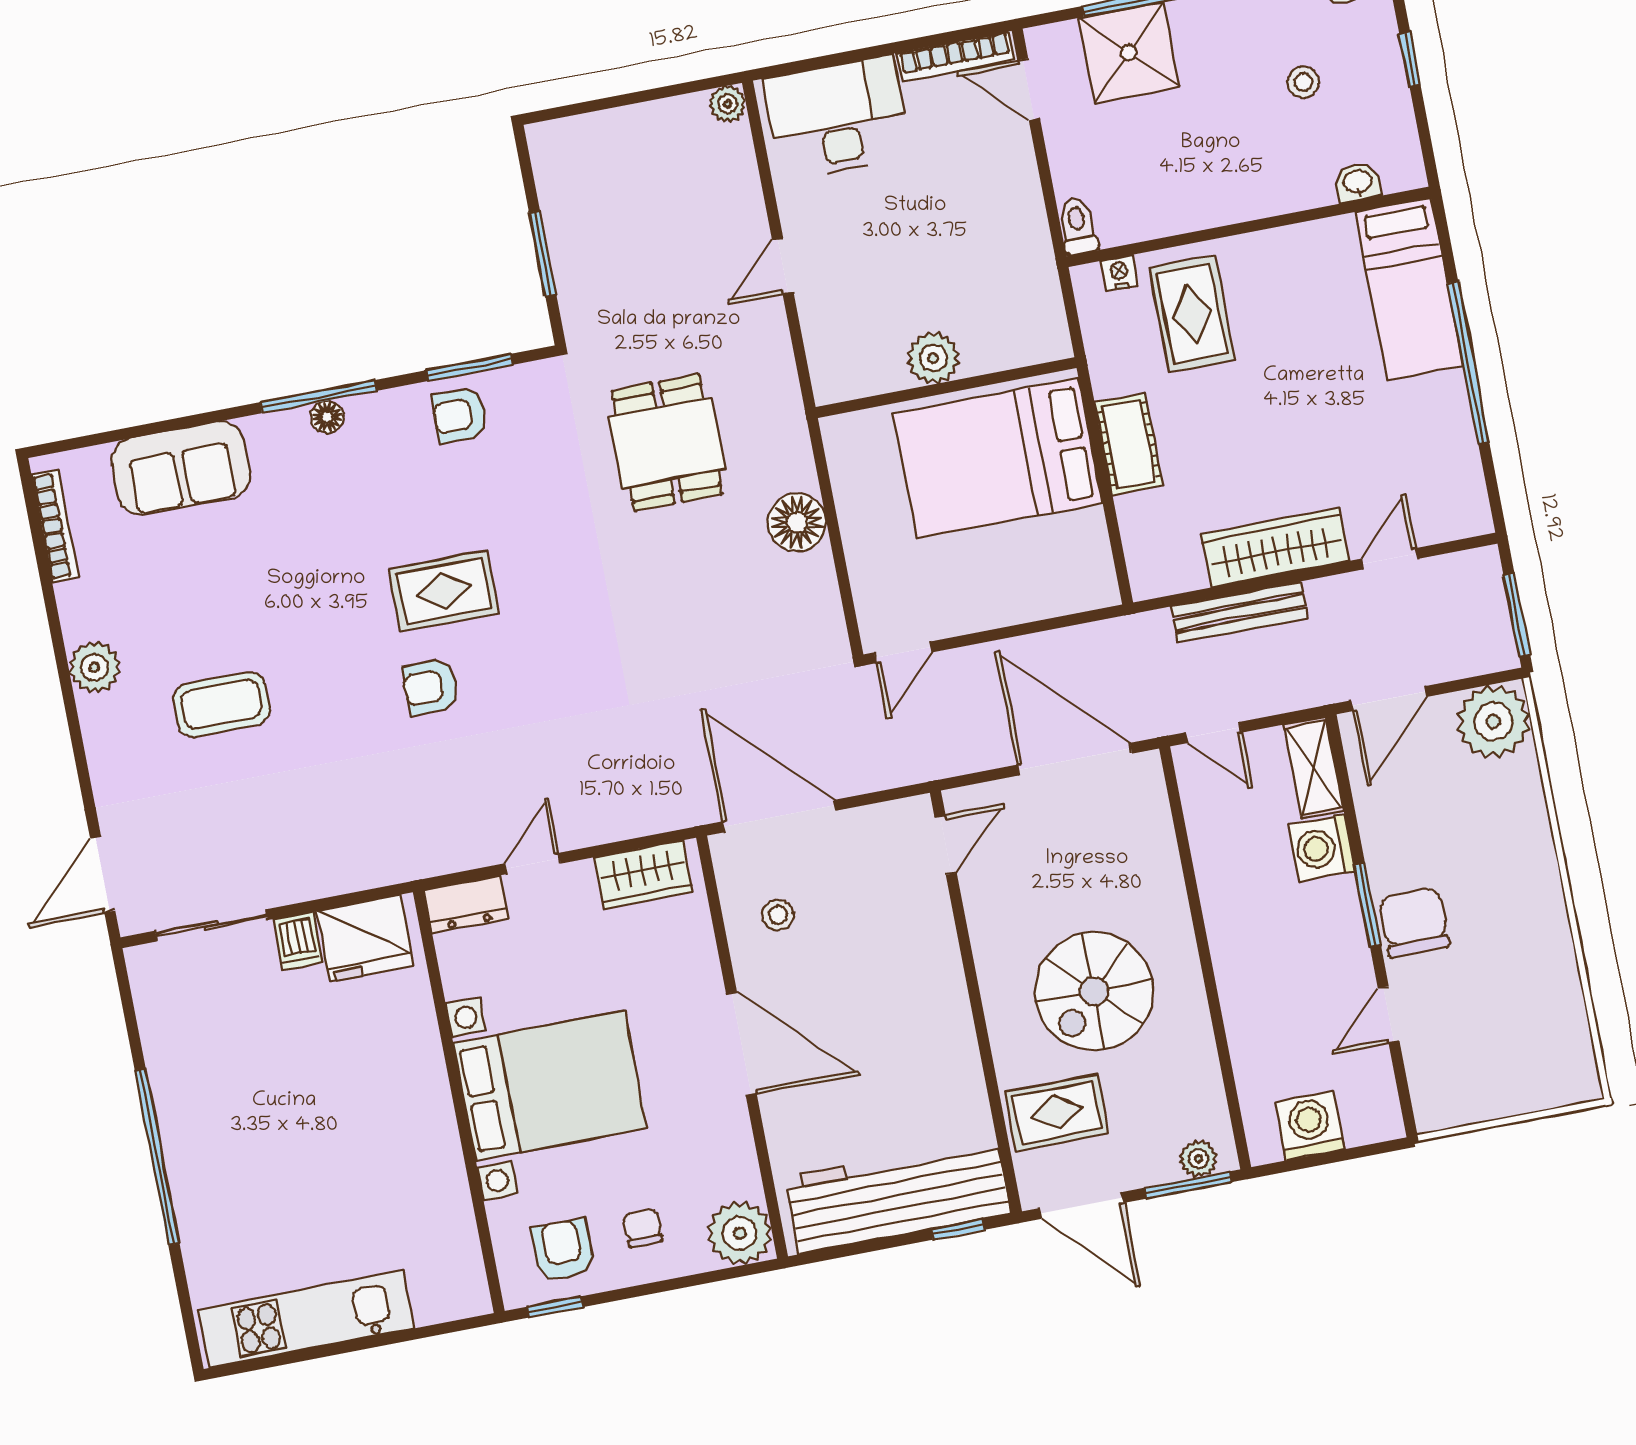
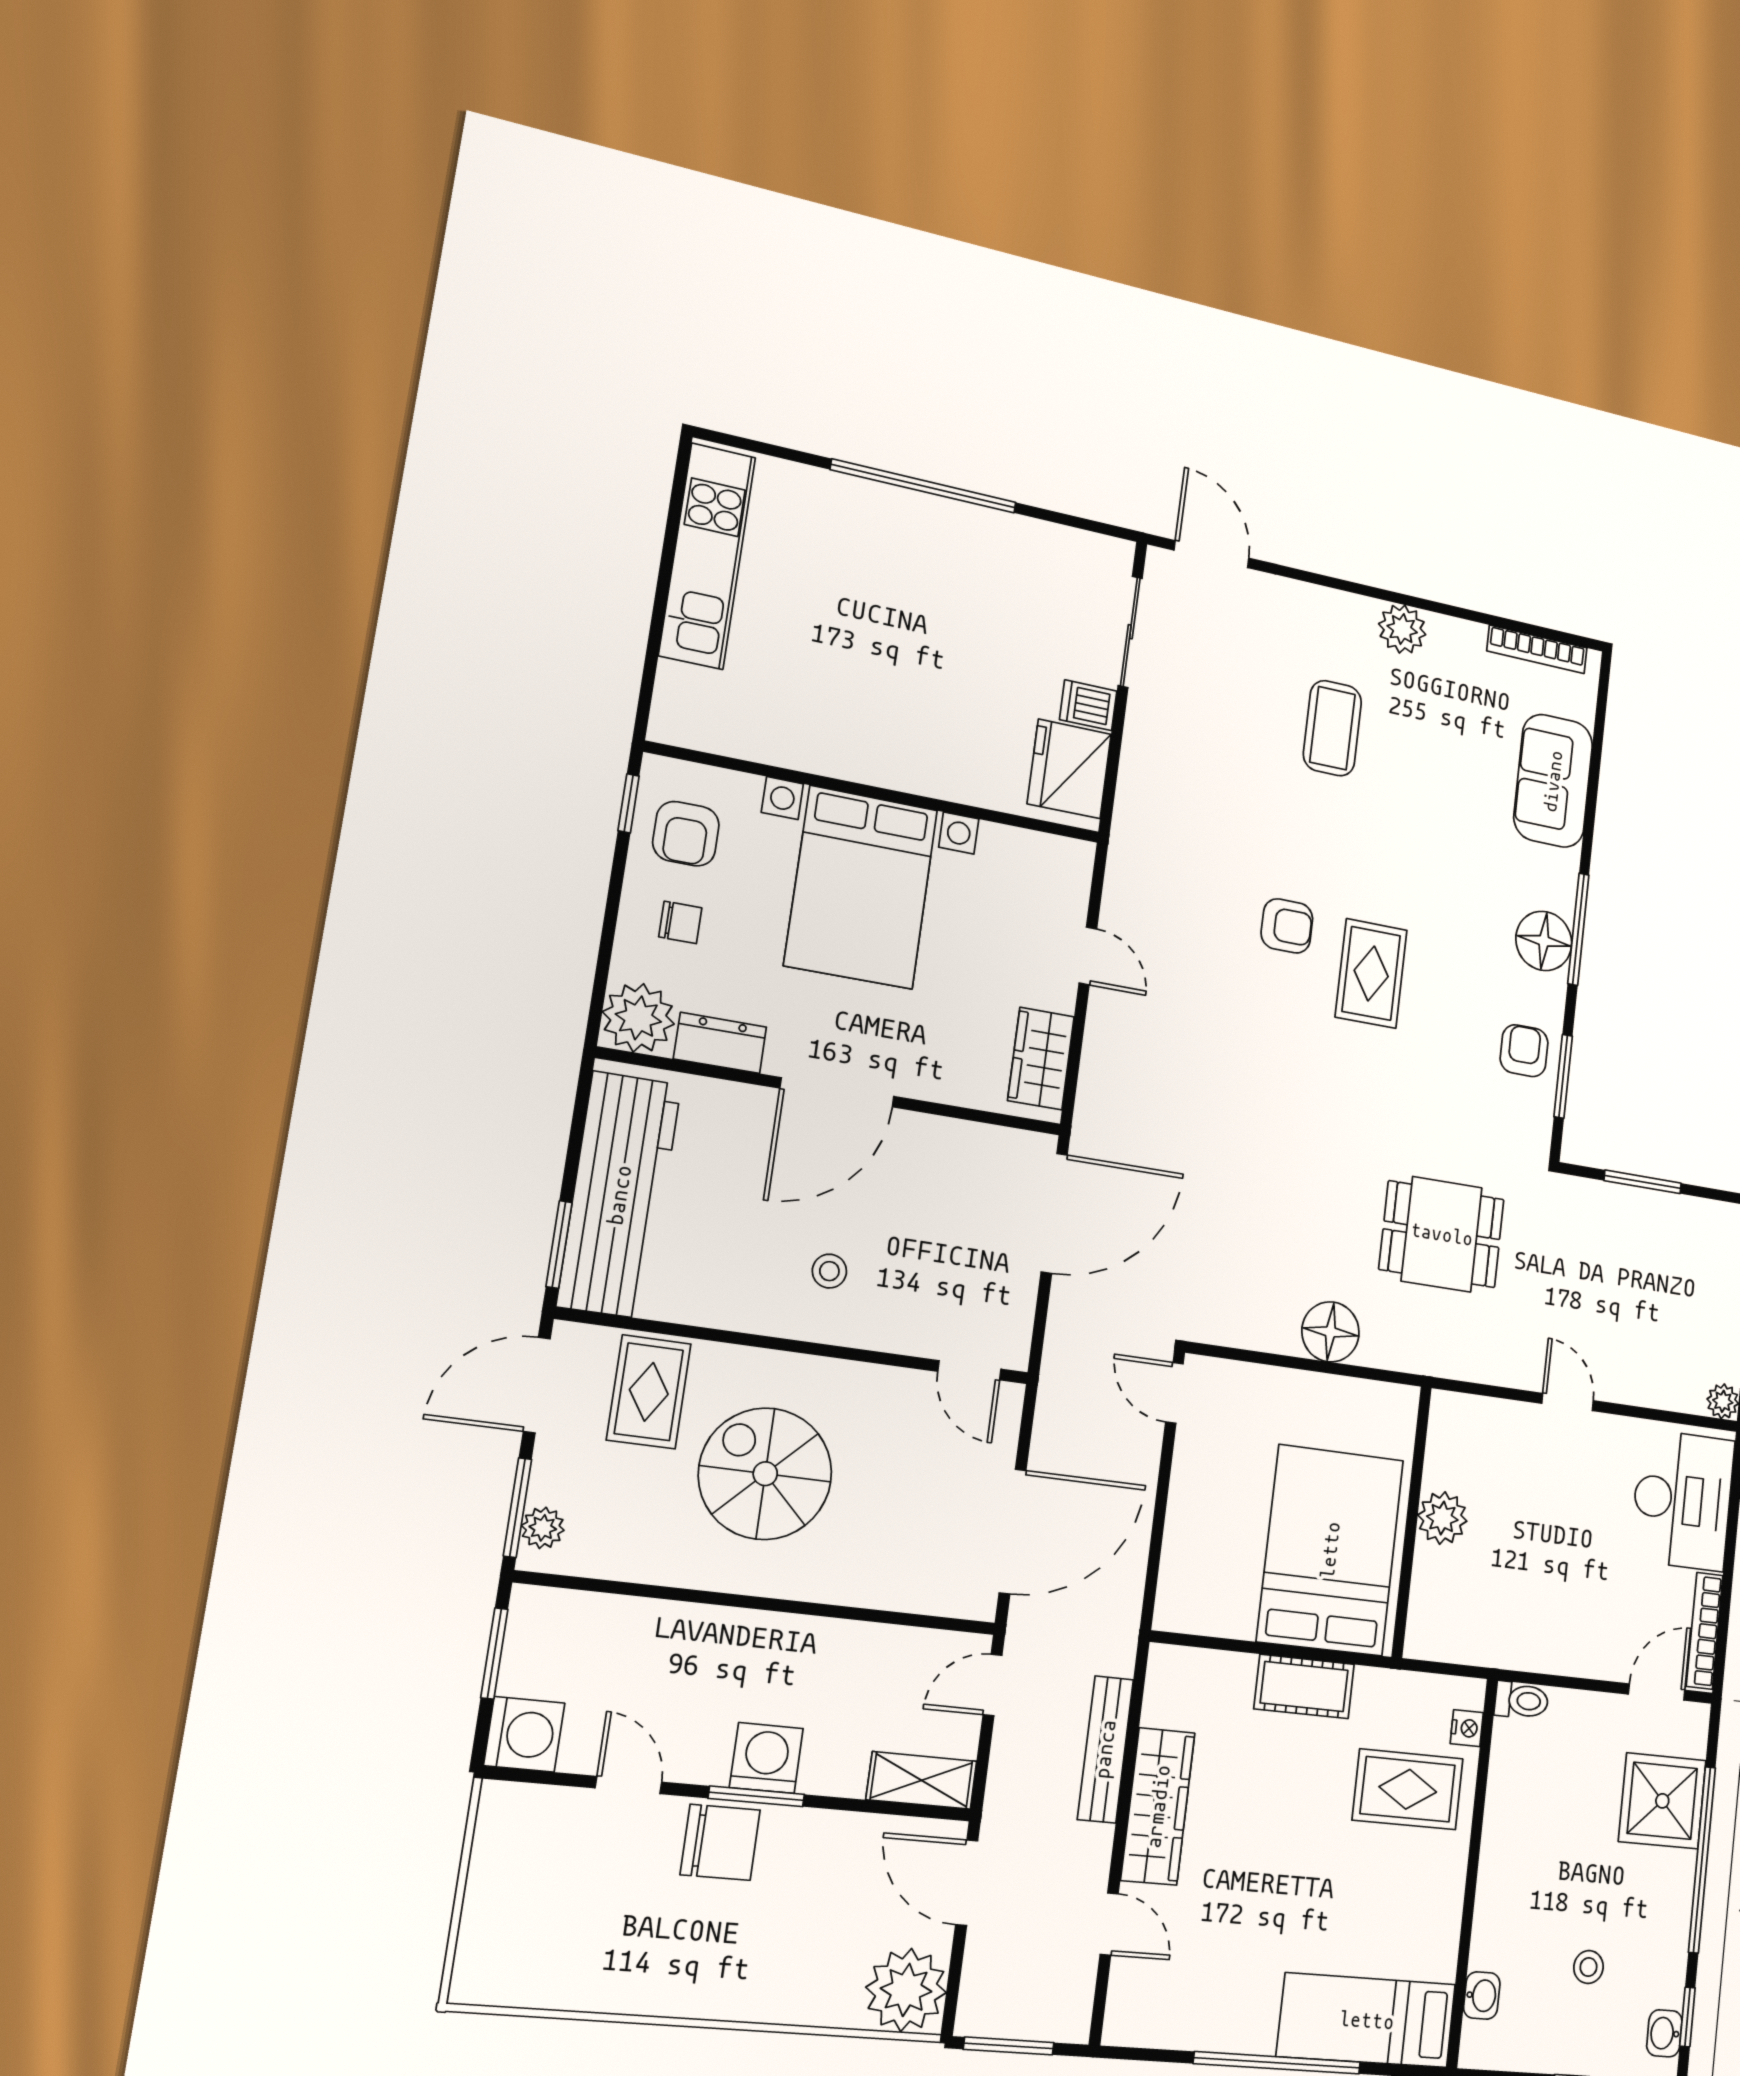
floor lamp: (327, 417) -> (1544, 941), width x1.89, depth x1.89
armchair: (431, 687) -> (1287, 926), turned 90
washing machine: (1322, 848) -> (766, 1758), moved
dresser: (466, 904) -> (720, 1043), moved, turned 90
stool: (778, 915) -> (829, 1271), moved
washing machine: (1310, 1126) -> (524, 1734), moved
window: (1313, 1161) -> (494, 1653), added
window: (958, 1229) -> (559, 1244), width x1.50
armchair: (563, 1250) -> (686, 834), turned 90

